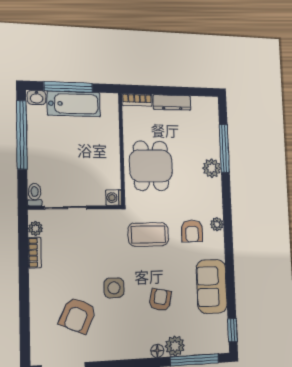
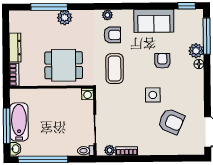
armchair: (160, 300) -> (162, 61), turned 79

